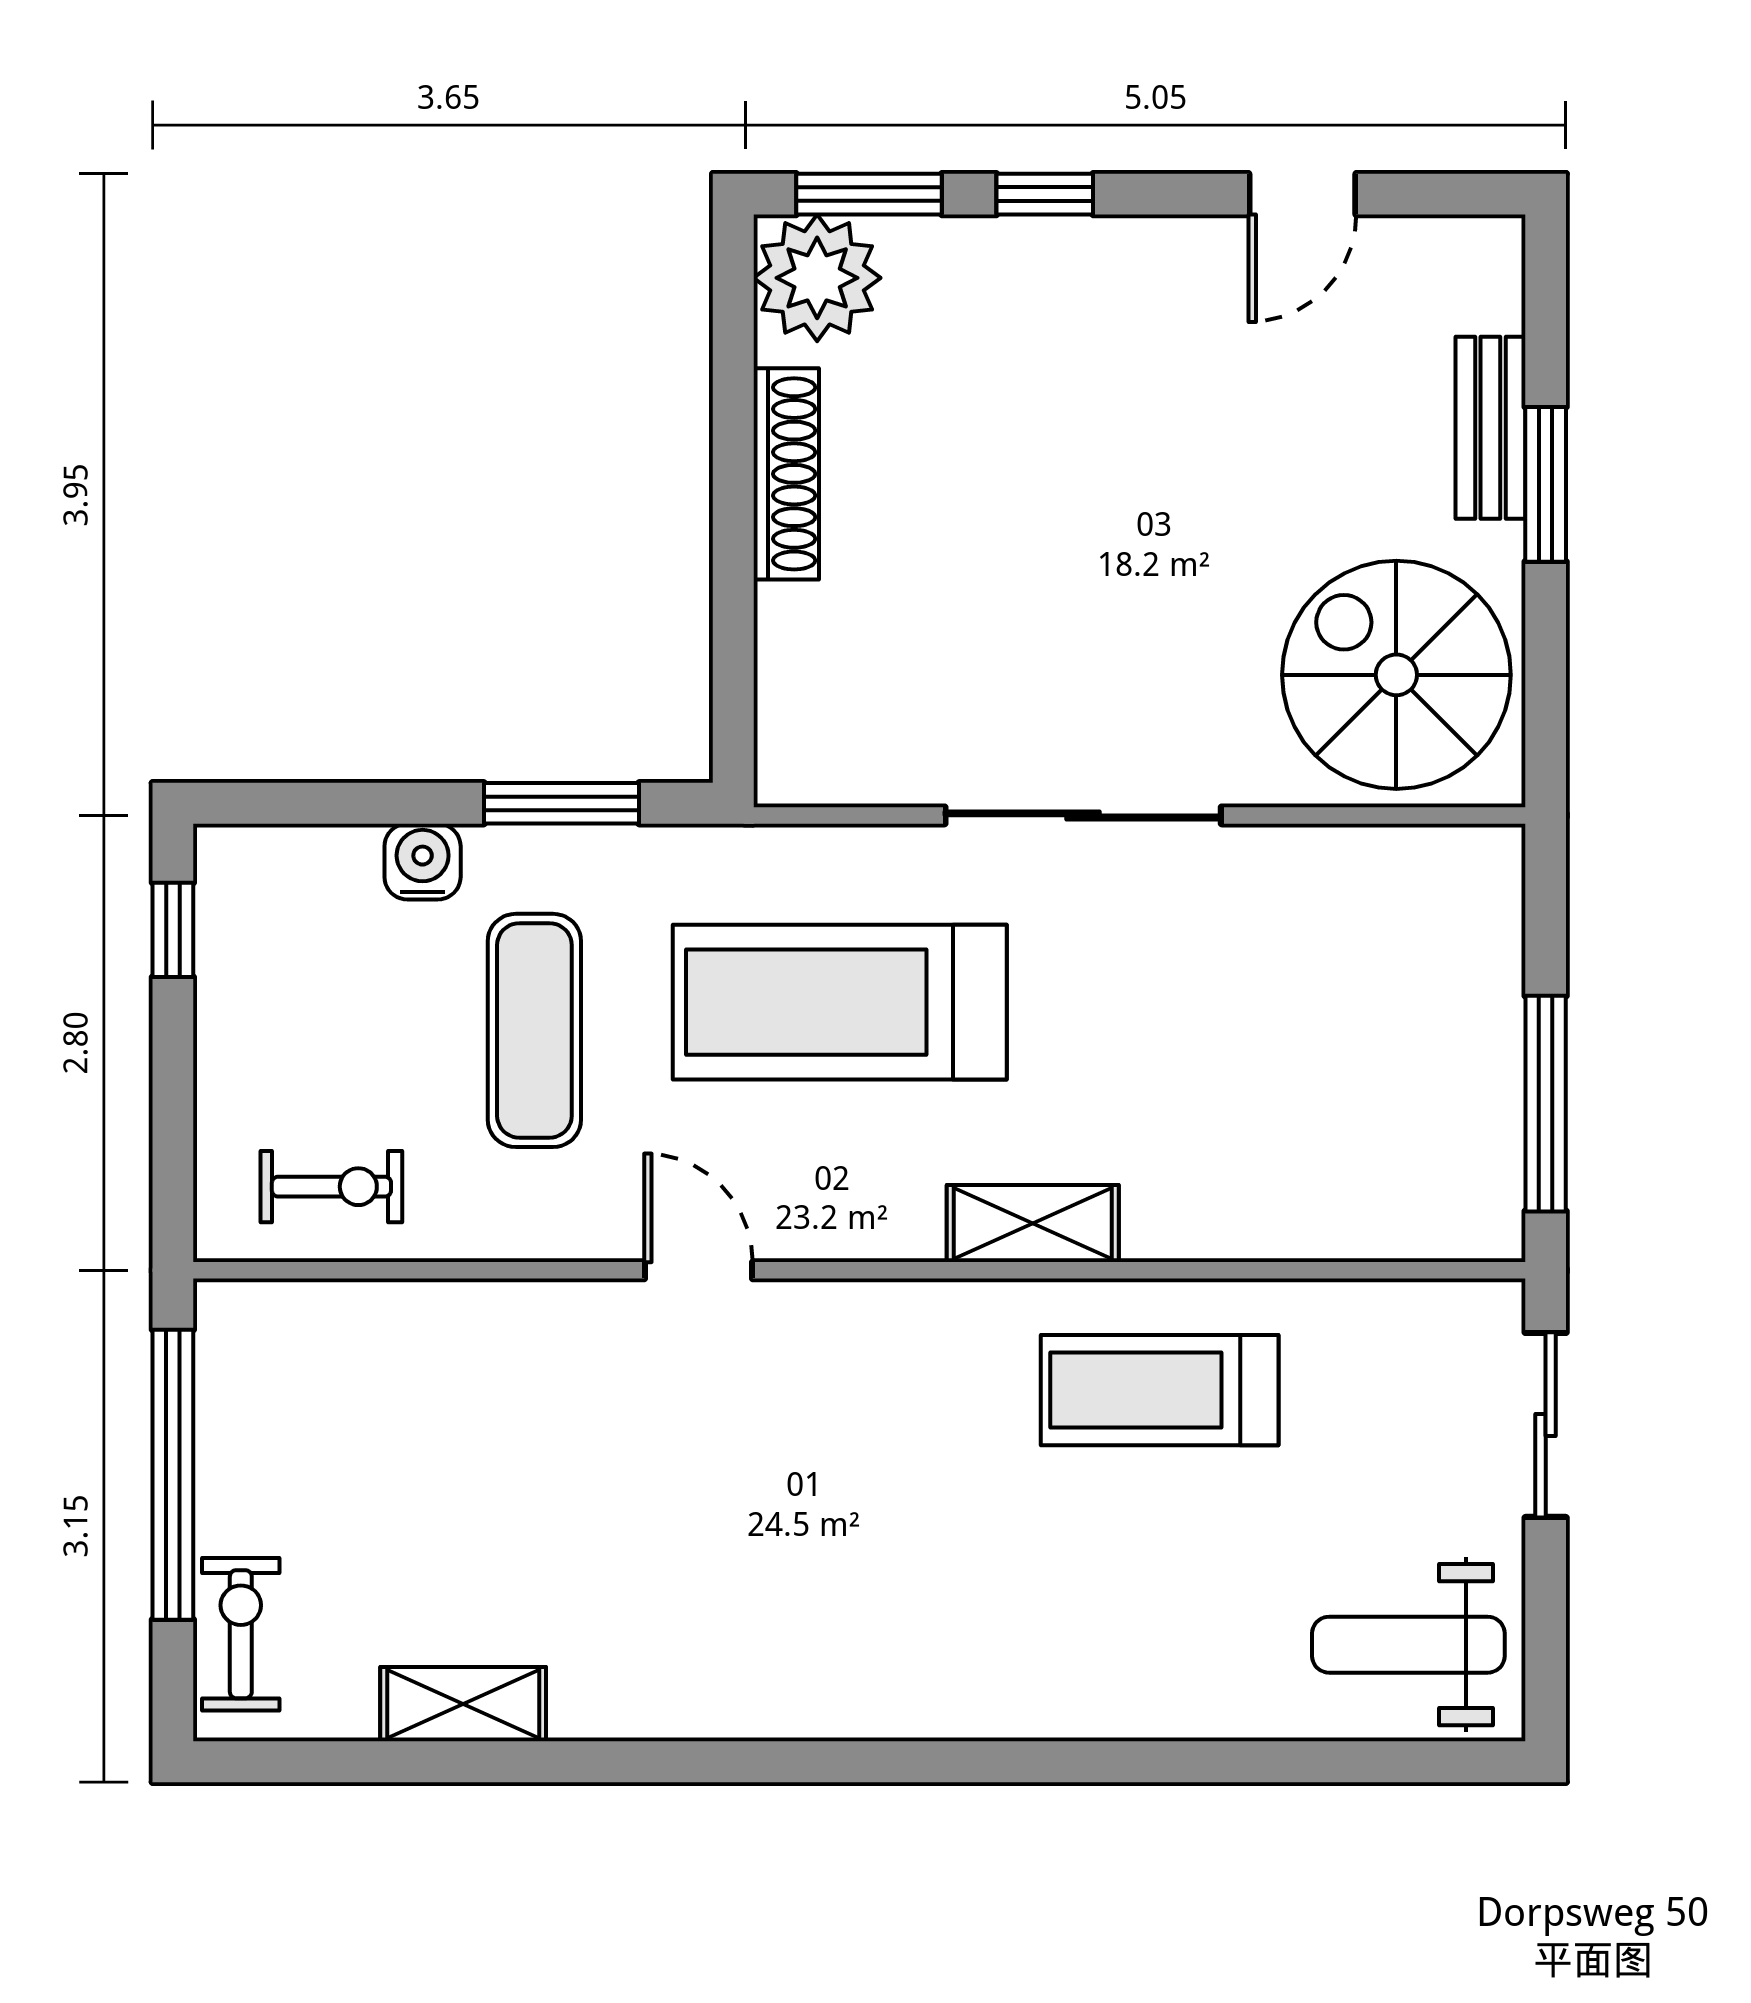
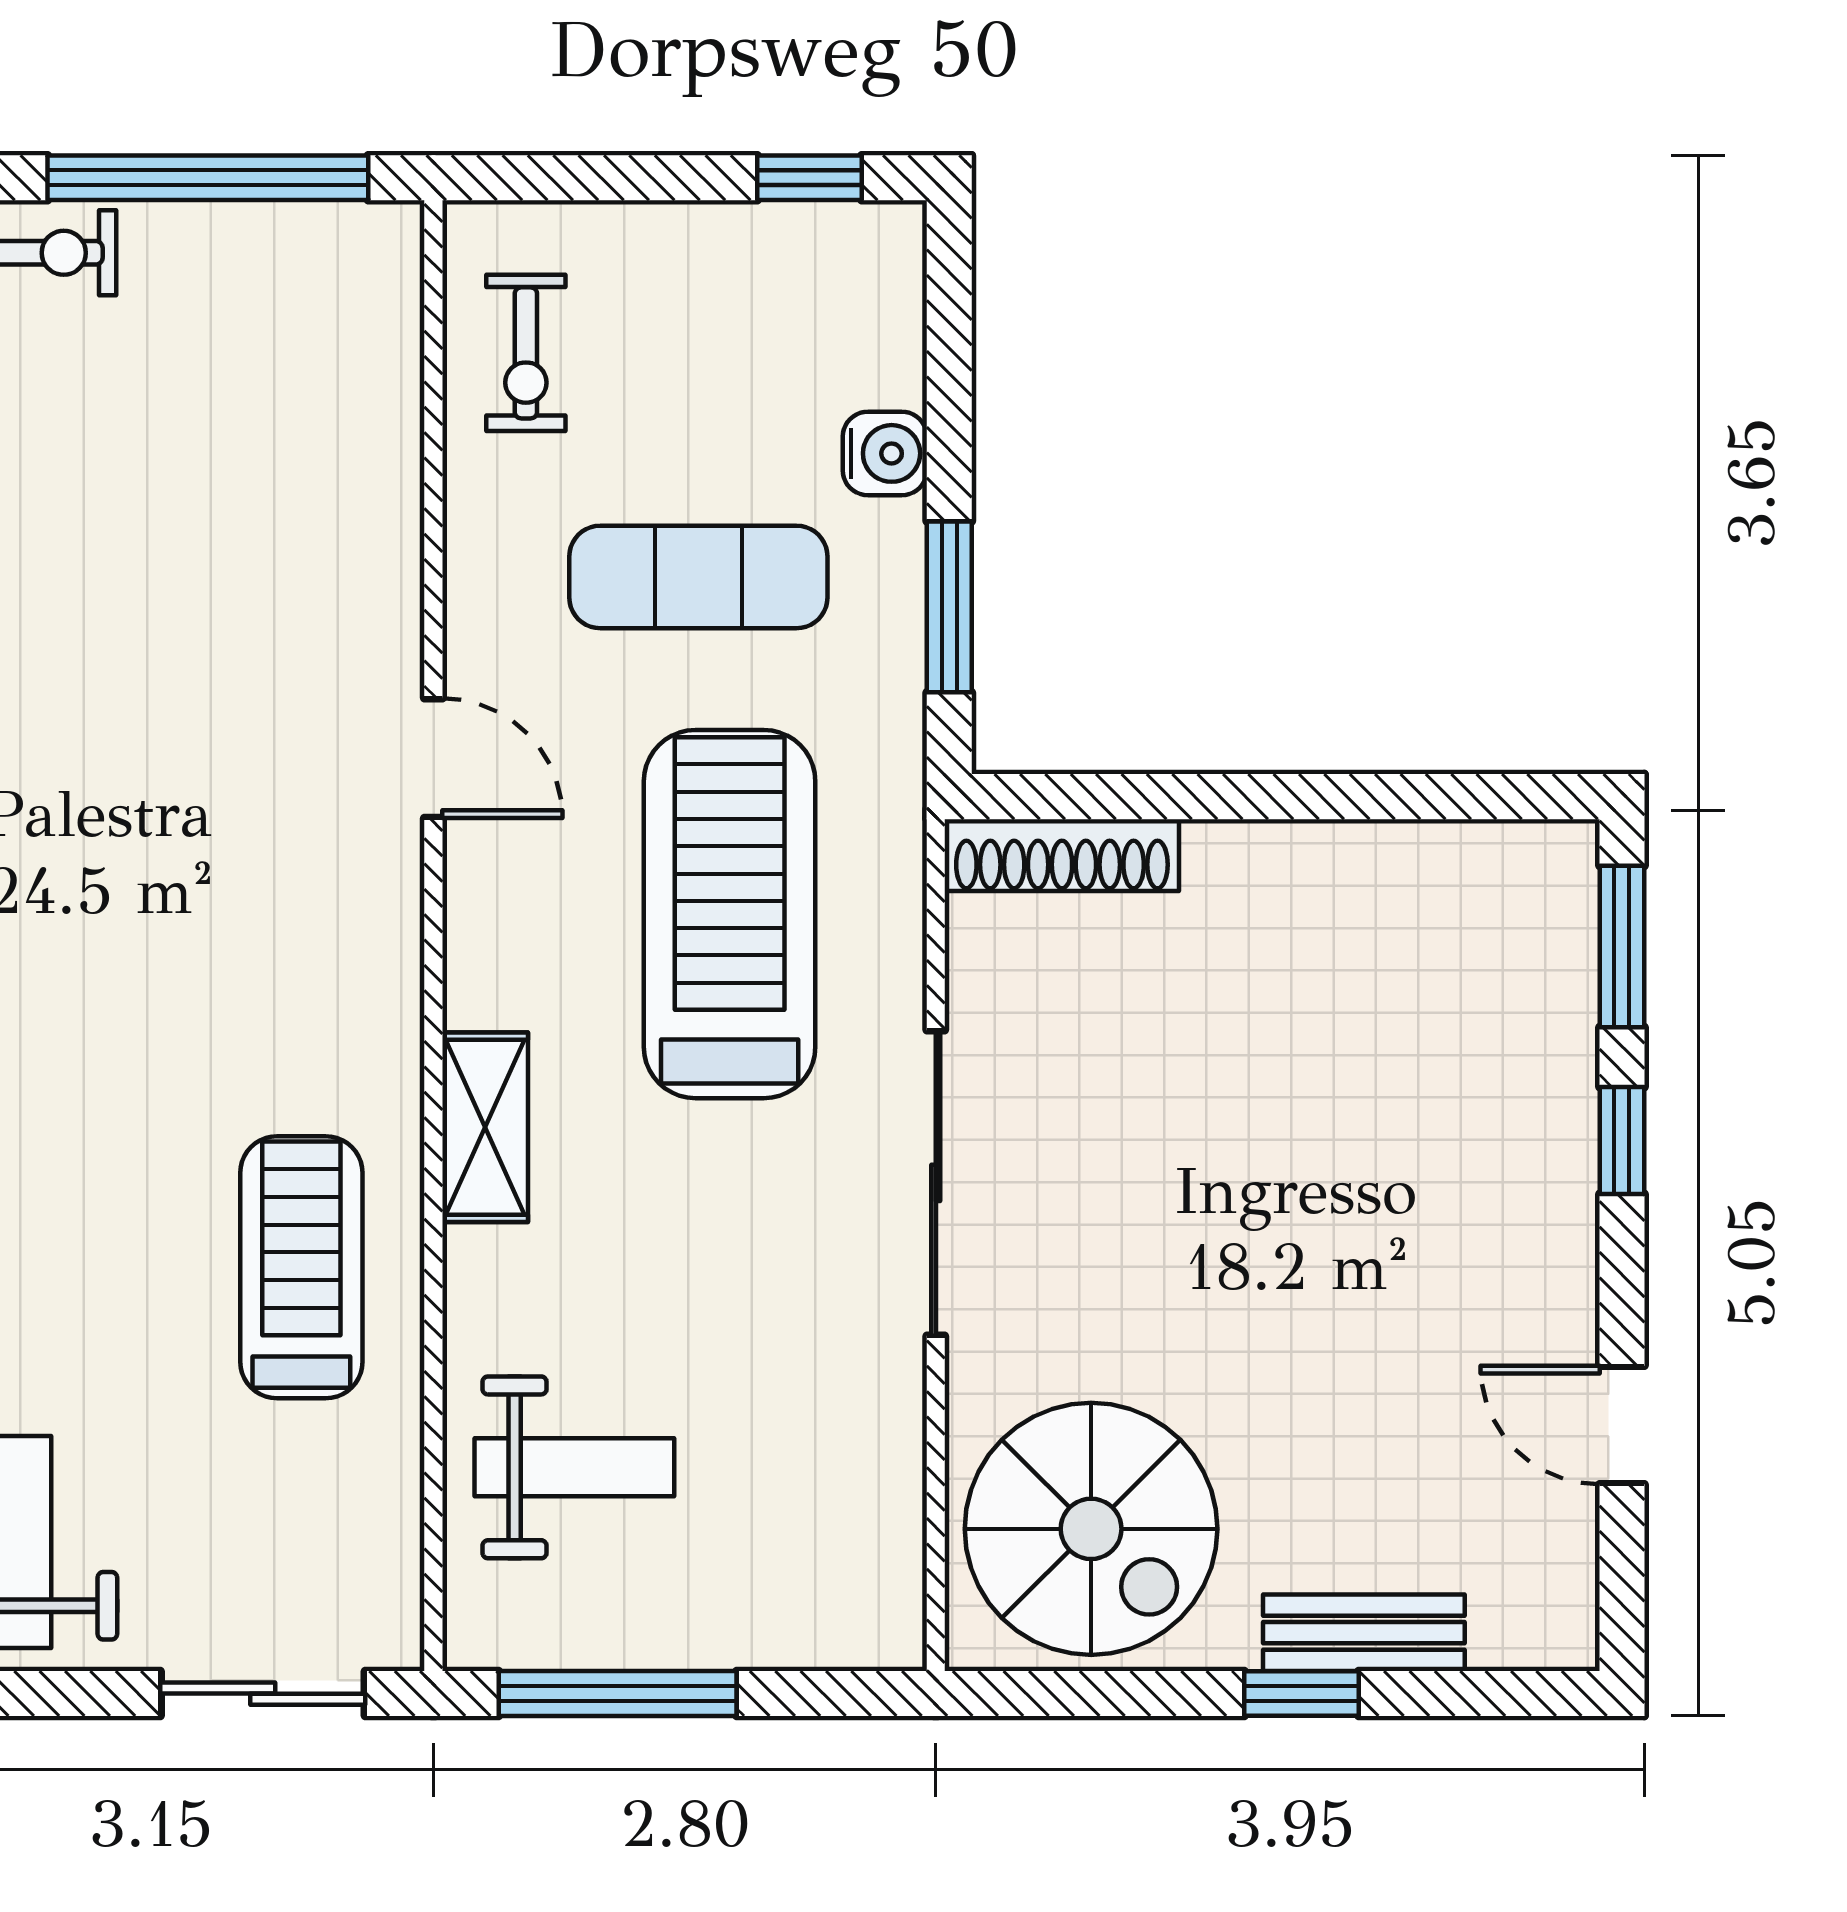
plant: (817, 278) -> (1529, 889), removed
shoe rack: (786, 474) -> (1062, 855), moved
window: (1546, 484) -> (1302, 1694), width x0.67
spiral stairs: (1396, 675) -> (1091, 1529), turned 90
weight bench: (1341, 1143) -> (574, 1467), added
door: (699, 1270) -> (433, 758), hinge flipped

